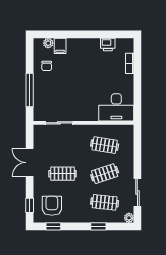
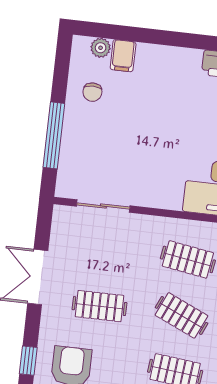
clothes rail: (105, 174) -> (182, 315), turned 42

